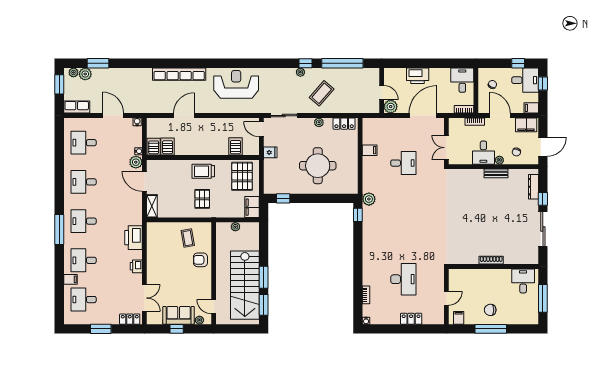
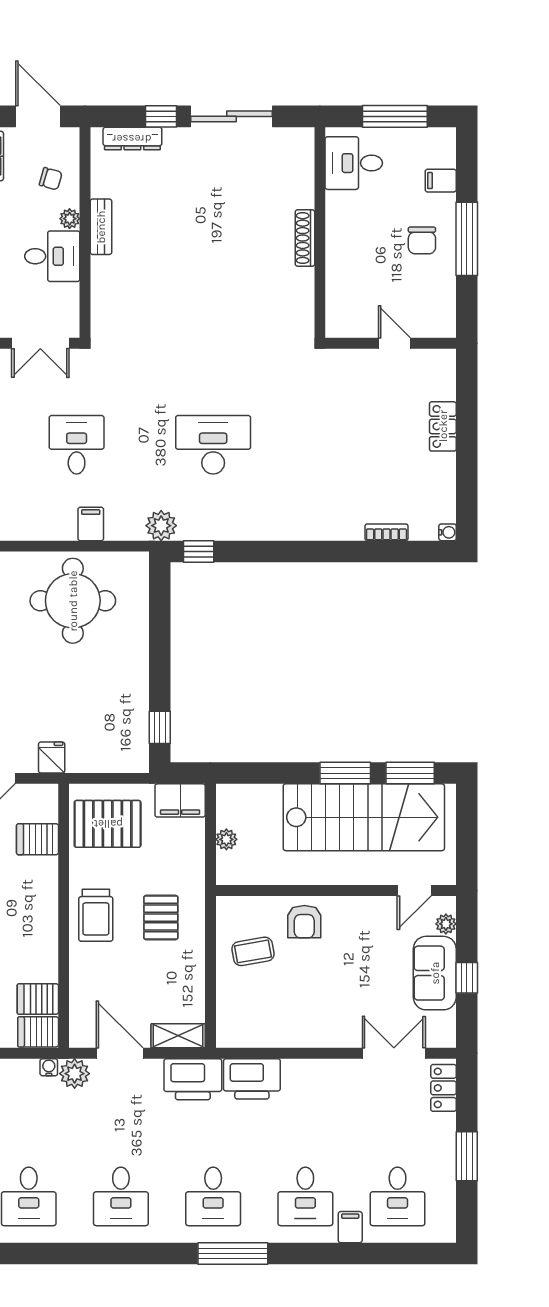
filing cabinet: (370, 150) -> (91, 524), moved
round table: (318, 166) -> (73, 601), moved
door: (144, 181) -> (120, 1053), swing flipped
pallet: (202, 199) -> (161, 918), turned 90
printer: (136, 266) -> (193, 1079), moved, width x1.87, depth x1.48
desk: (403, 279) -> (213, 445), moved
filing cabinet: (459, 318) -> (441, 181), moved

